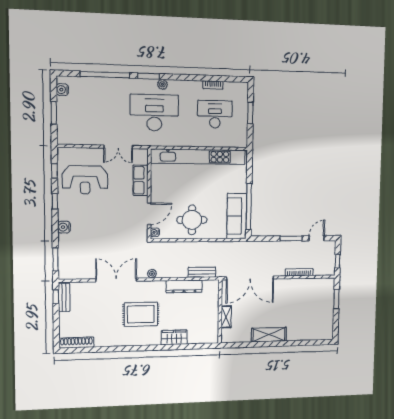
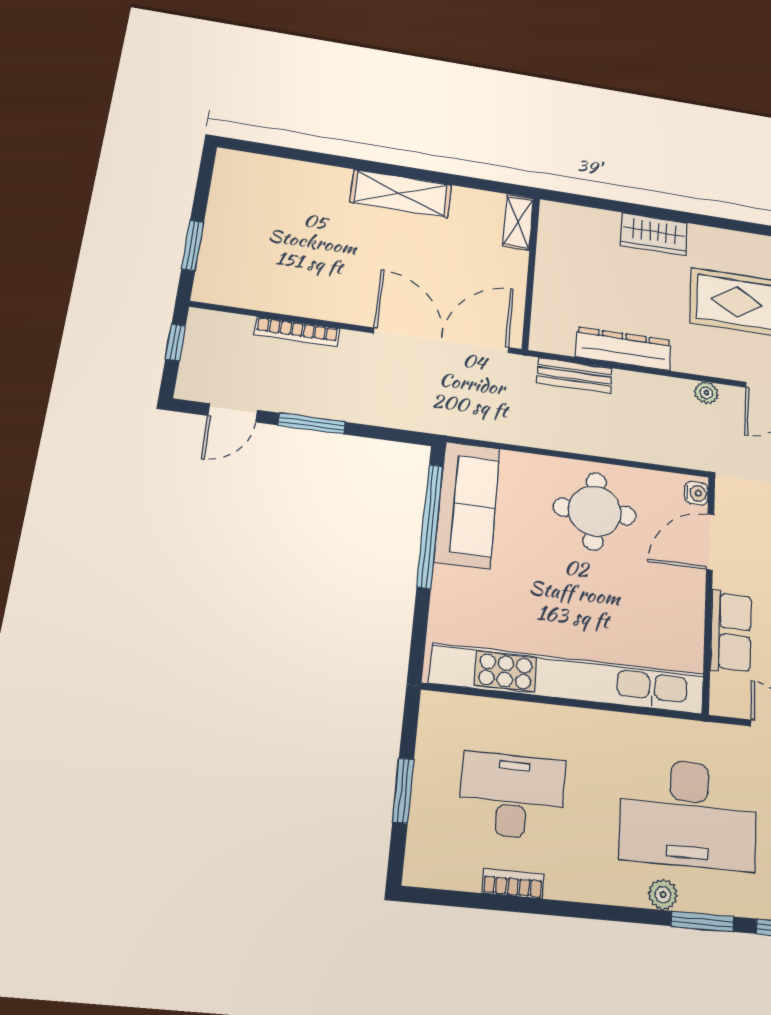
desk: (215, 114) -> (512, 796), turned 180
shelving: (226, 317) -> (518, 222), moved

